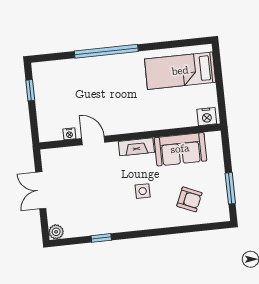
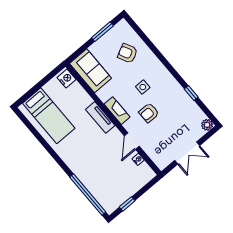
window: (106, 51) -> (88, 195), moved
tv unit: (141, 124) -> (100, 117), added
sofa: (180, 149) -> (91, 71), moved
armchair: (111, 179) -> (149, 113), added
armchair: (189, 199) -> (128, 53), turned -50

